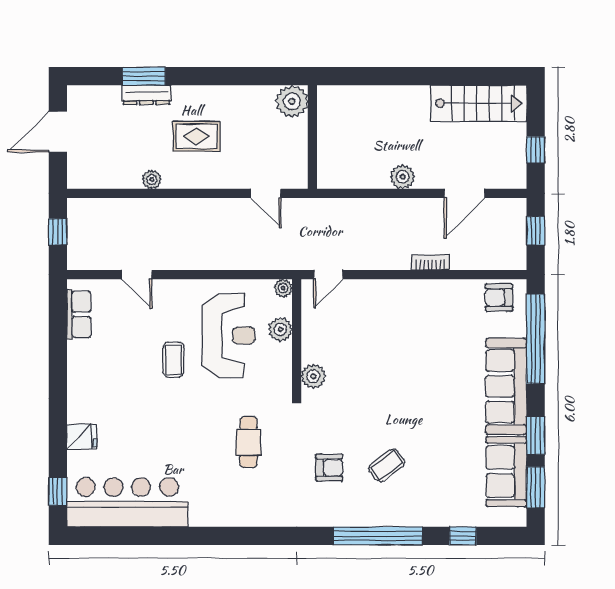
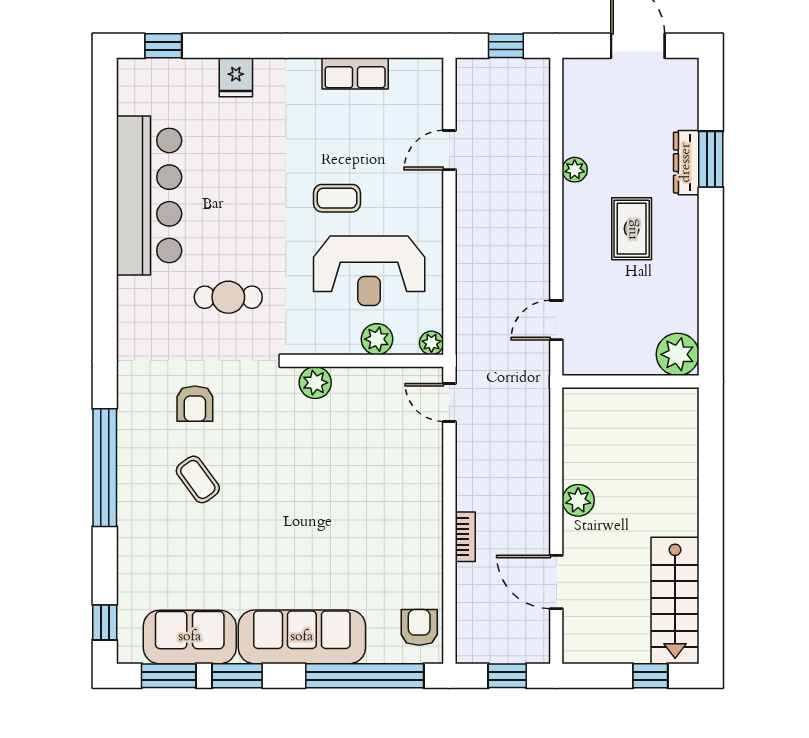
window: (536, 150) -> (650, 676), moved
row of seats: (79, 314) -> (355, 73), moved
bar counter: (127, 502) -> (149, 195), moved
window: (463, 536) -> (105, 622), moved

